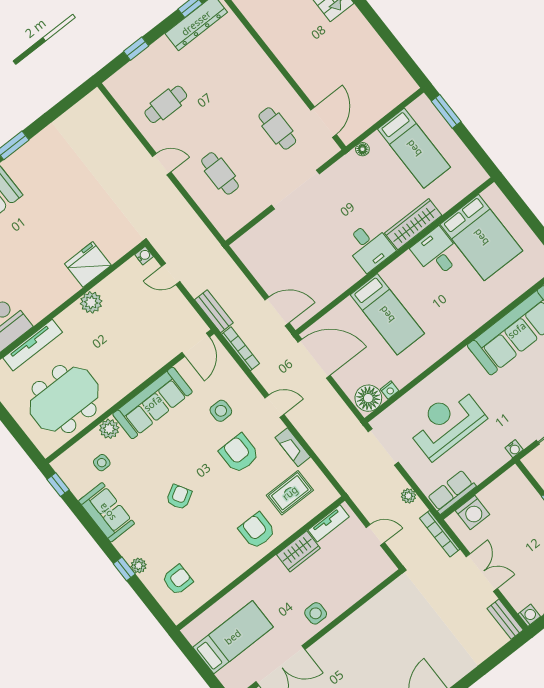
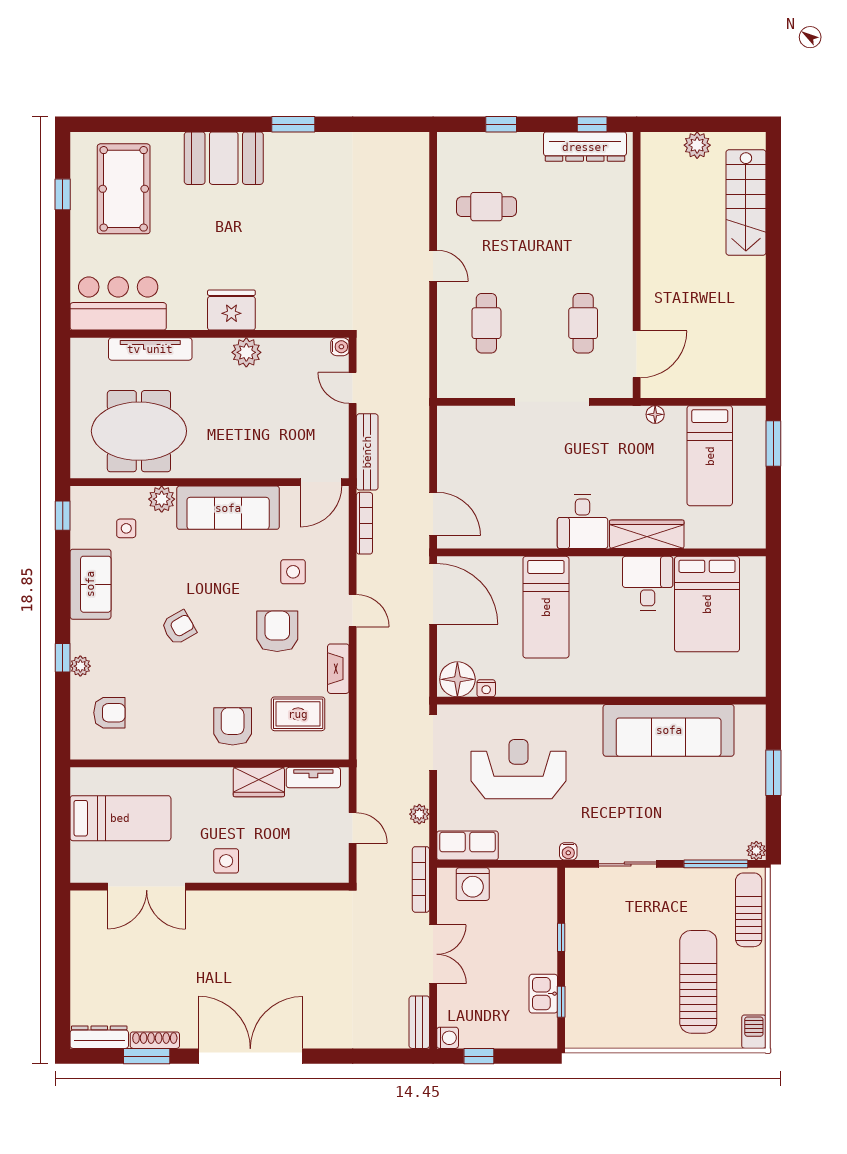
fridge: (88, 264) -> (231, 310), moved
bench: (214, 311) -> (367, 452), width x1.36

